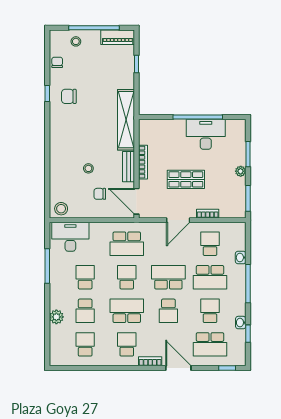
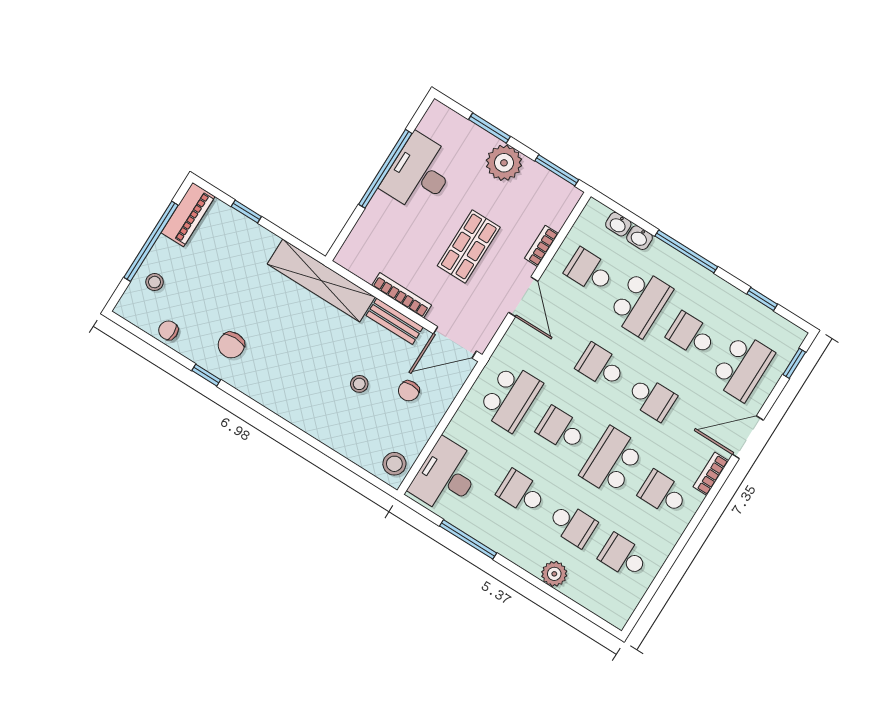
plant: (241, 171) -> (504, 163), width x1.88, depth x1.88
school desk: (168, 277) -> (601, 366), width x0.54
washbasin: (241, 323) -> (618, 224), moved

